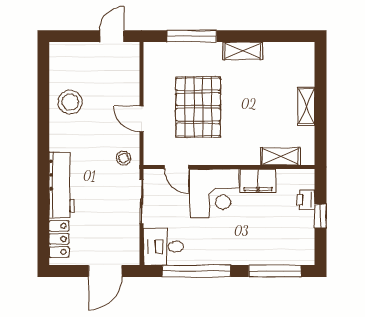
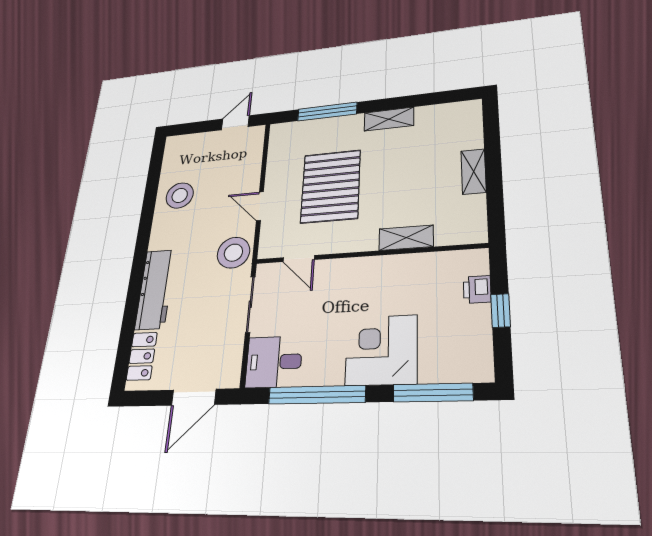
shelving: (280, 156) -> (406, 238), moved
stool: (123, 158) -> (233, 253), width x1.89, depth x1.89
filing cabinet: (258, 181) -> (408, 268), removed
corner desk: (214, 193) -> (381, 350), moved, turned 180

